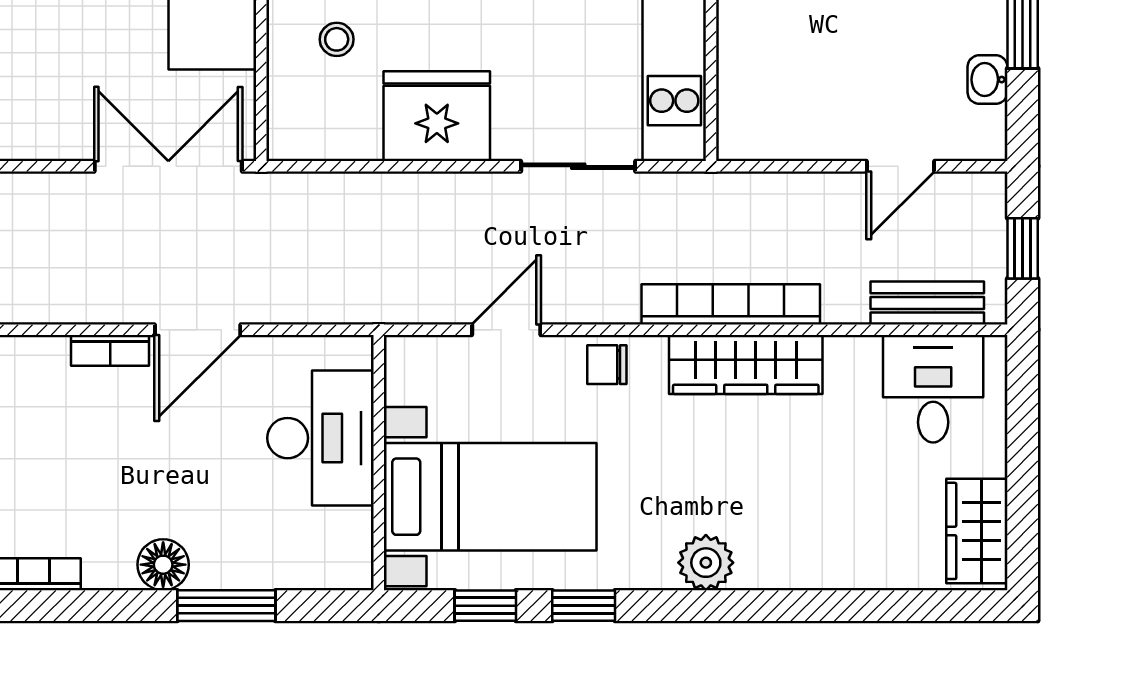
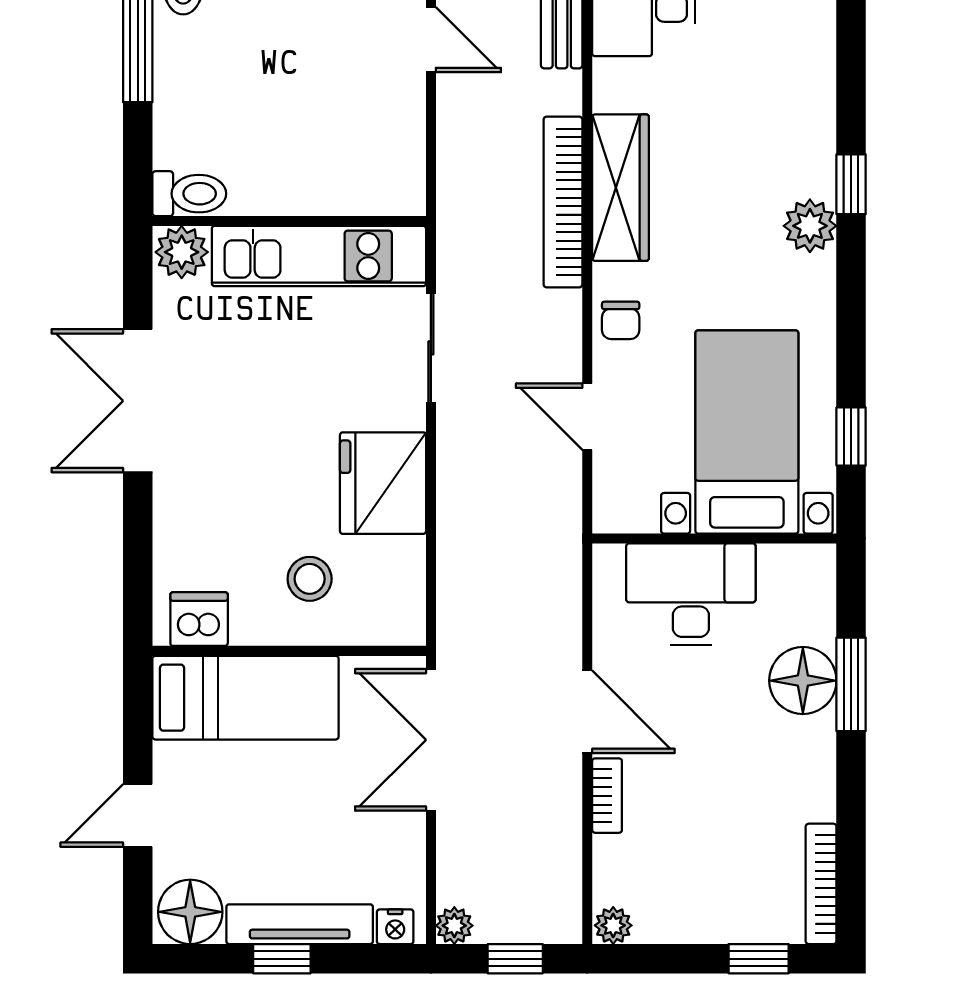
stool: (337, 39) -> (310, 579), width x1.37, depth x1.37
floor lamp: (163, 565) -> (803, 681), moved, width x1.38, depth x1.38
window: (584, 606) -> (851, 184), moved

